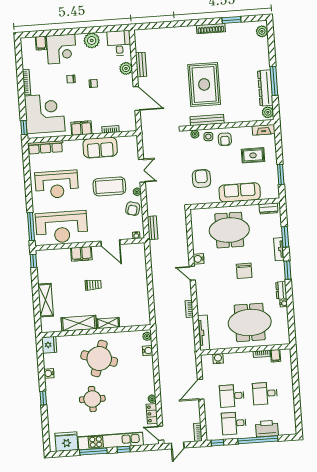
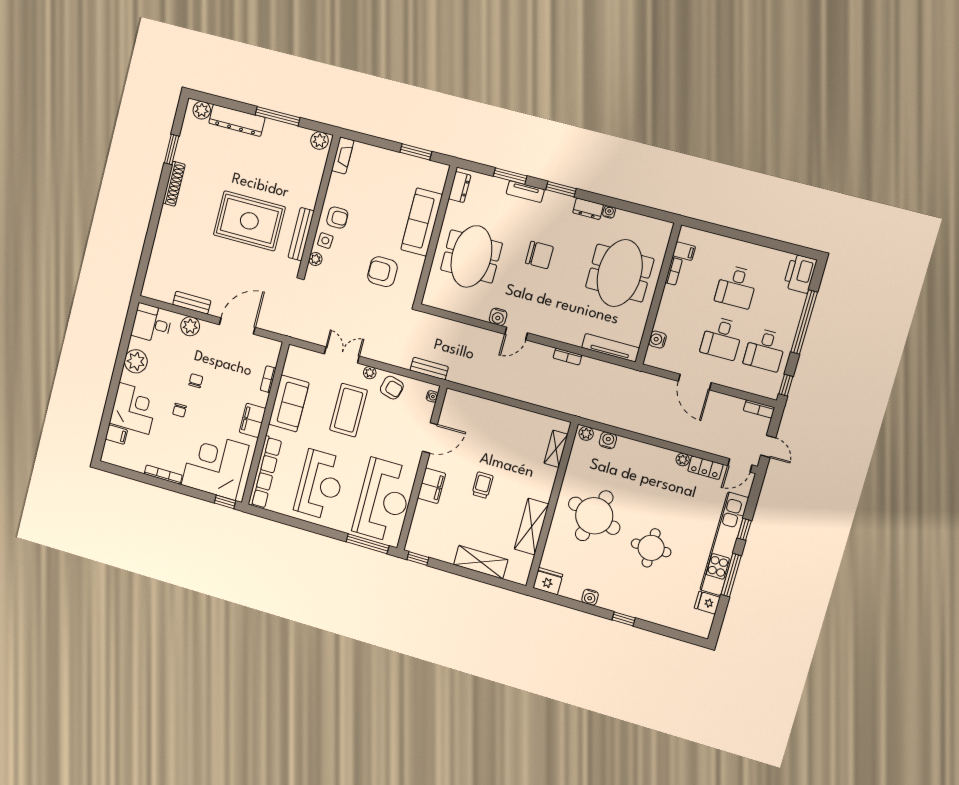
dresser: (265, 88) -> (237, 120), moved
row of seats: (45, 147) -> (265, 472), width x1.36
rug: (253, 155) -> (374, 184), removed
shelving: (108, 323) -> (556, 449), moved
printer: (267, 429) -> (800, 274), moved
fridge: (66, 442) -> (707, 603), width x0.53, depth x0.75

